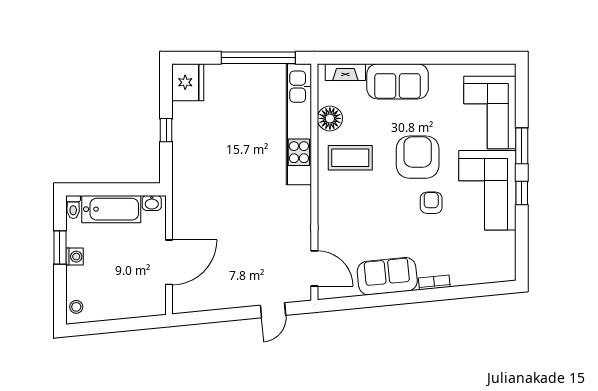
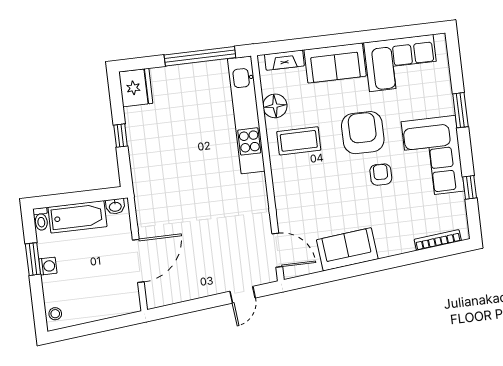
corner sofa: (490, 112) -> (401, 63), moved, turned -90
window: (522, 193) -> (470, 187), moved
bookcase: (434, 282) -> (438, 240), moved, width x1.56

